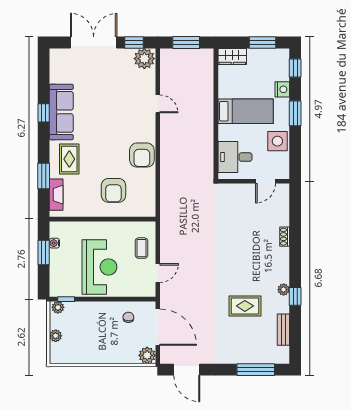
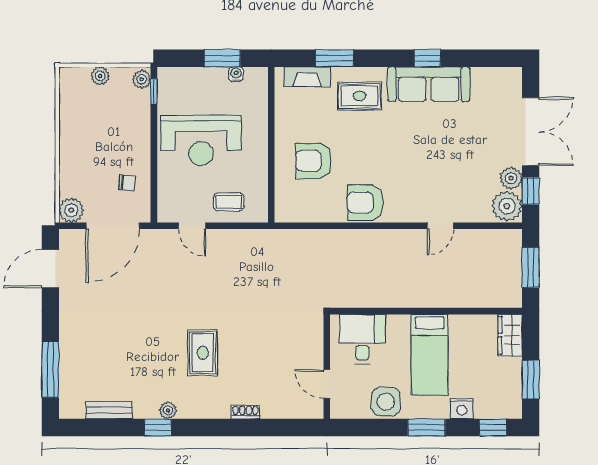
plant: (125, 56) -> (511, 178), added
rug: (245, 306) -> (203, 353), moved

